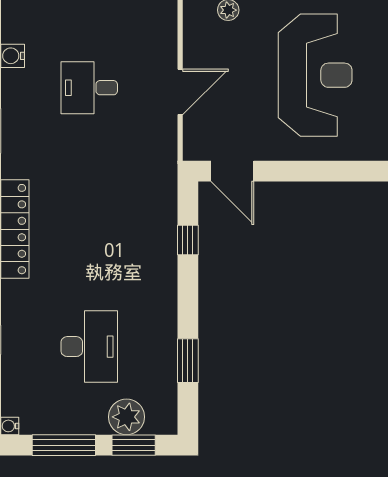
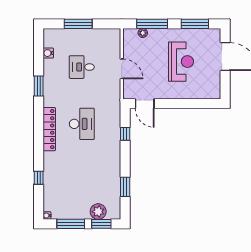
reception desk: (315, 75) -> (181, 62), width x0.74, depth x0.77
door: (180, 92) -> (122, 69), hinge flipped
desk: (89, 347) -> (82, 124), moved

